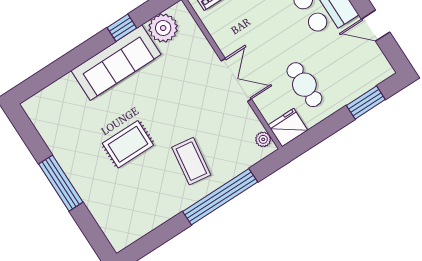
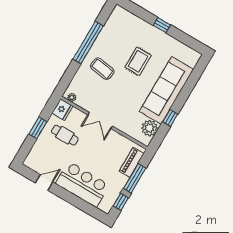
sofa: (116, 63) -> (166, 90), width x1.36, depth x1.27
window: (366, 102) -> (38, 128), moved
window: (61, 183) -> (162, 25), width x0.46
window: (220, 197) -> (88, 43), moved

